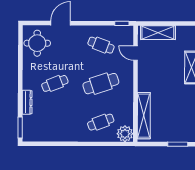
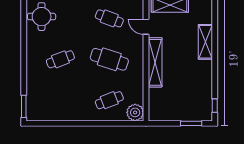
cafe table: (101, 84) -> (109, 59), turned 36
dresser: (27, 102) -> (31, 79), removed
shelving: (144, 116) -> (155, 62), moved

